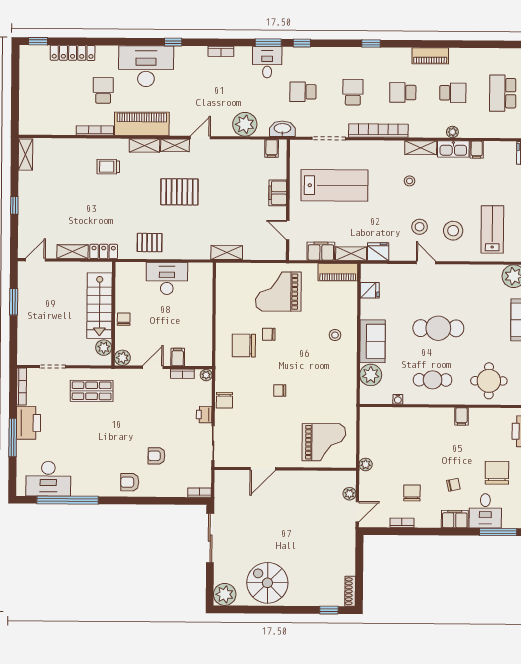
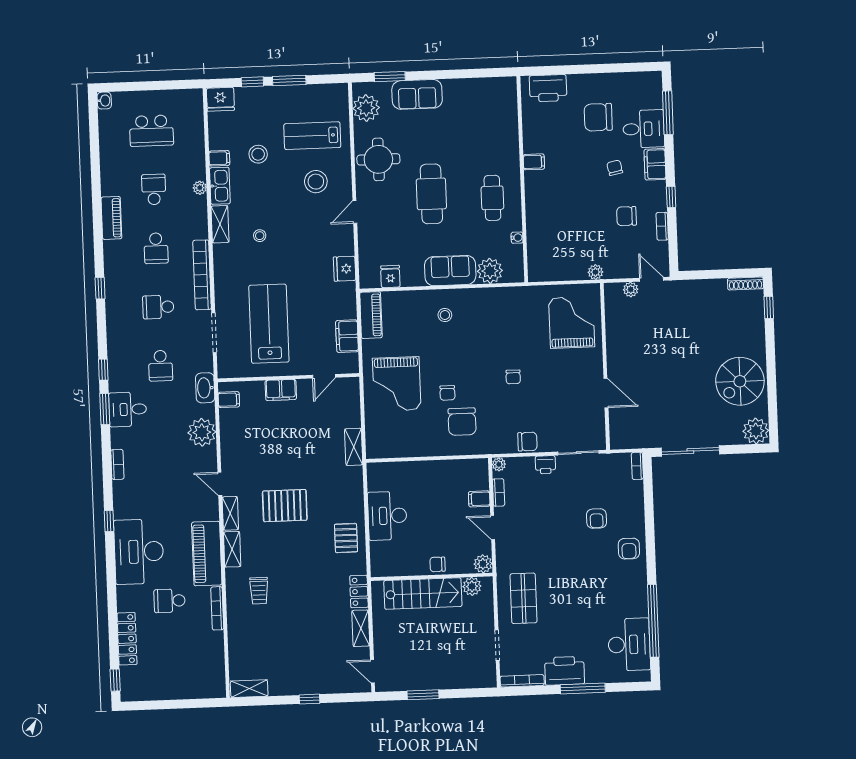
pallet: (179, 192) -> (285, 506), turned 90
stool: (420, 227) -> (258, 154), moved
shelving: (351, 254) -> (348, 300), removed
round table: (489, 381) -> (378, 159), moved
window: (426, 532) -> (671, 197), added

